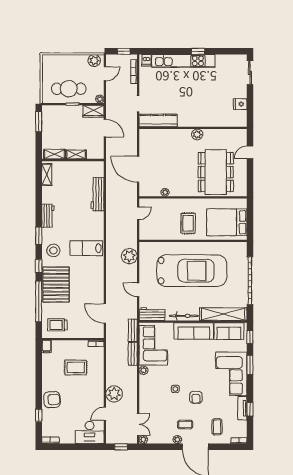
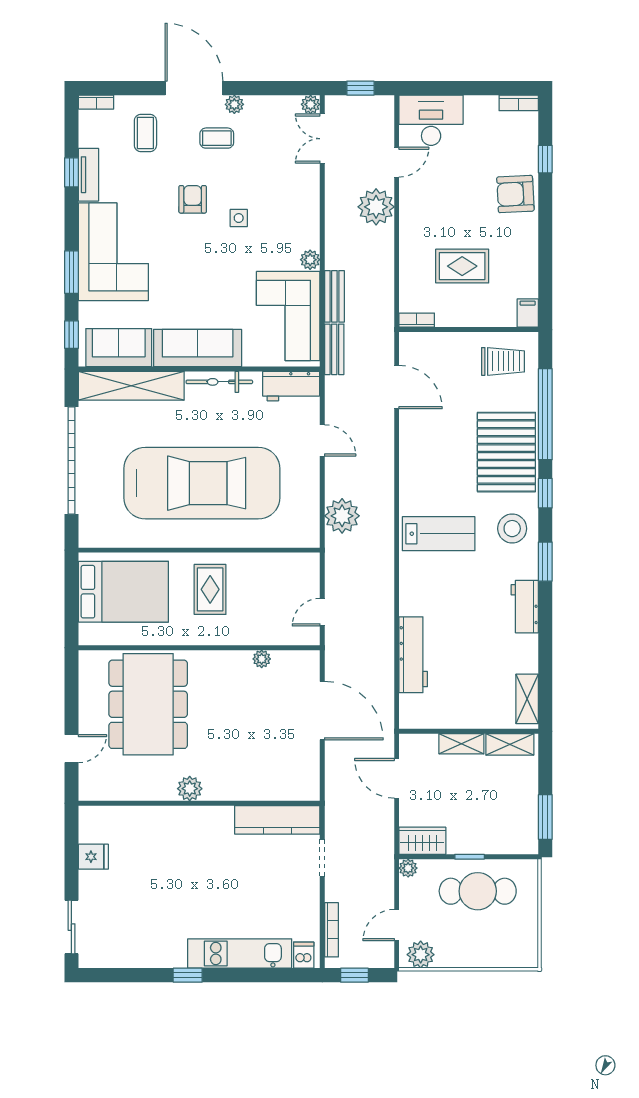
kitchen unit: (183, 61) -> (240, 954), width x0.73
door: (105, 128) -> (397, 778), moved
car: (192, 271) -> (202, 483), turned 180

